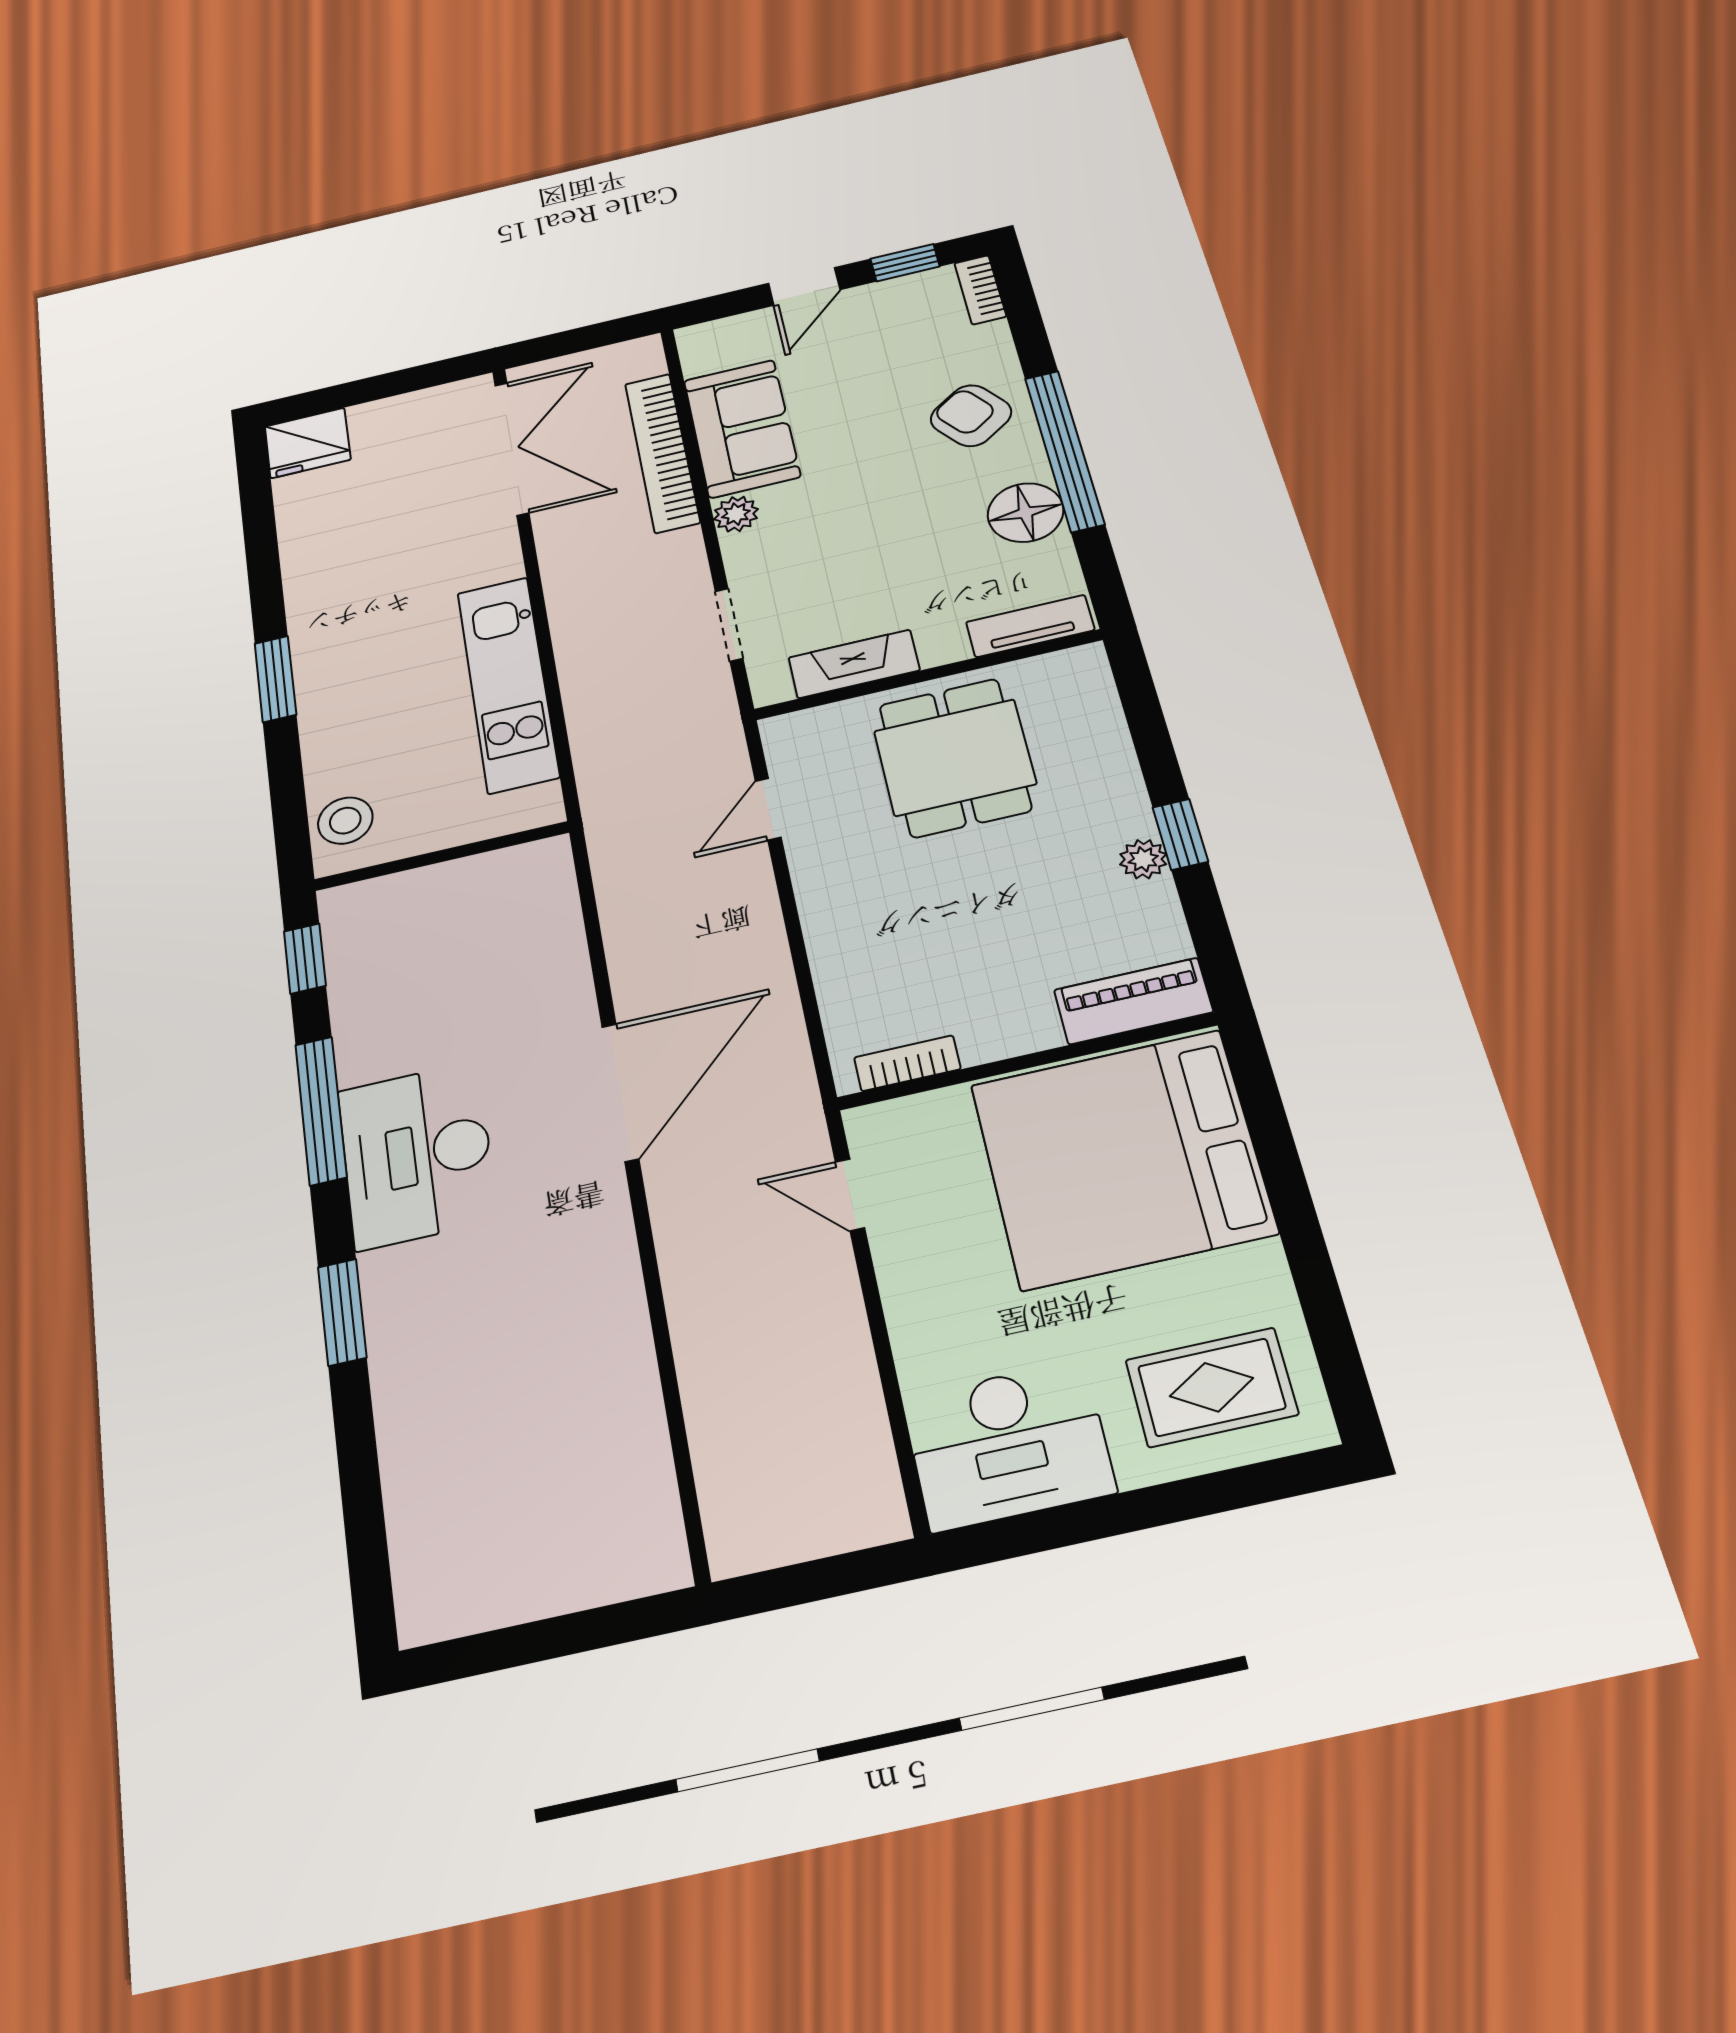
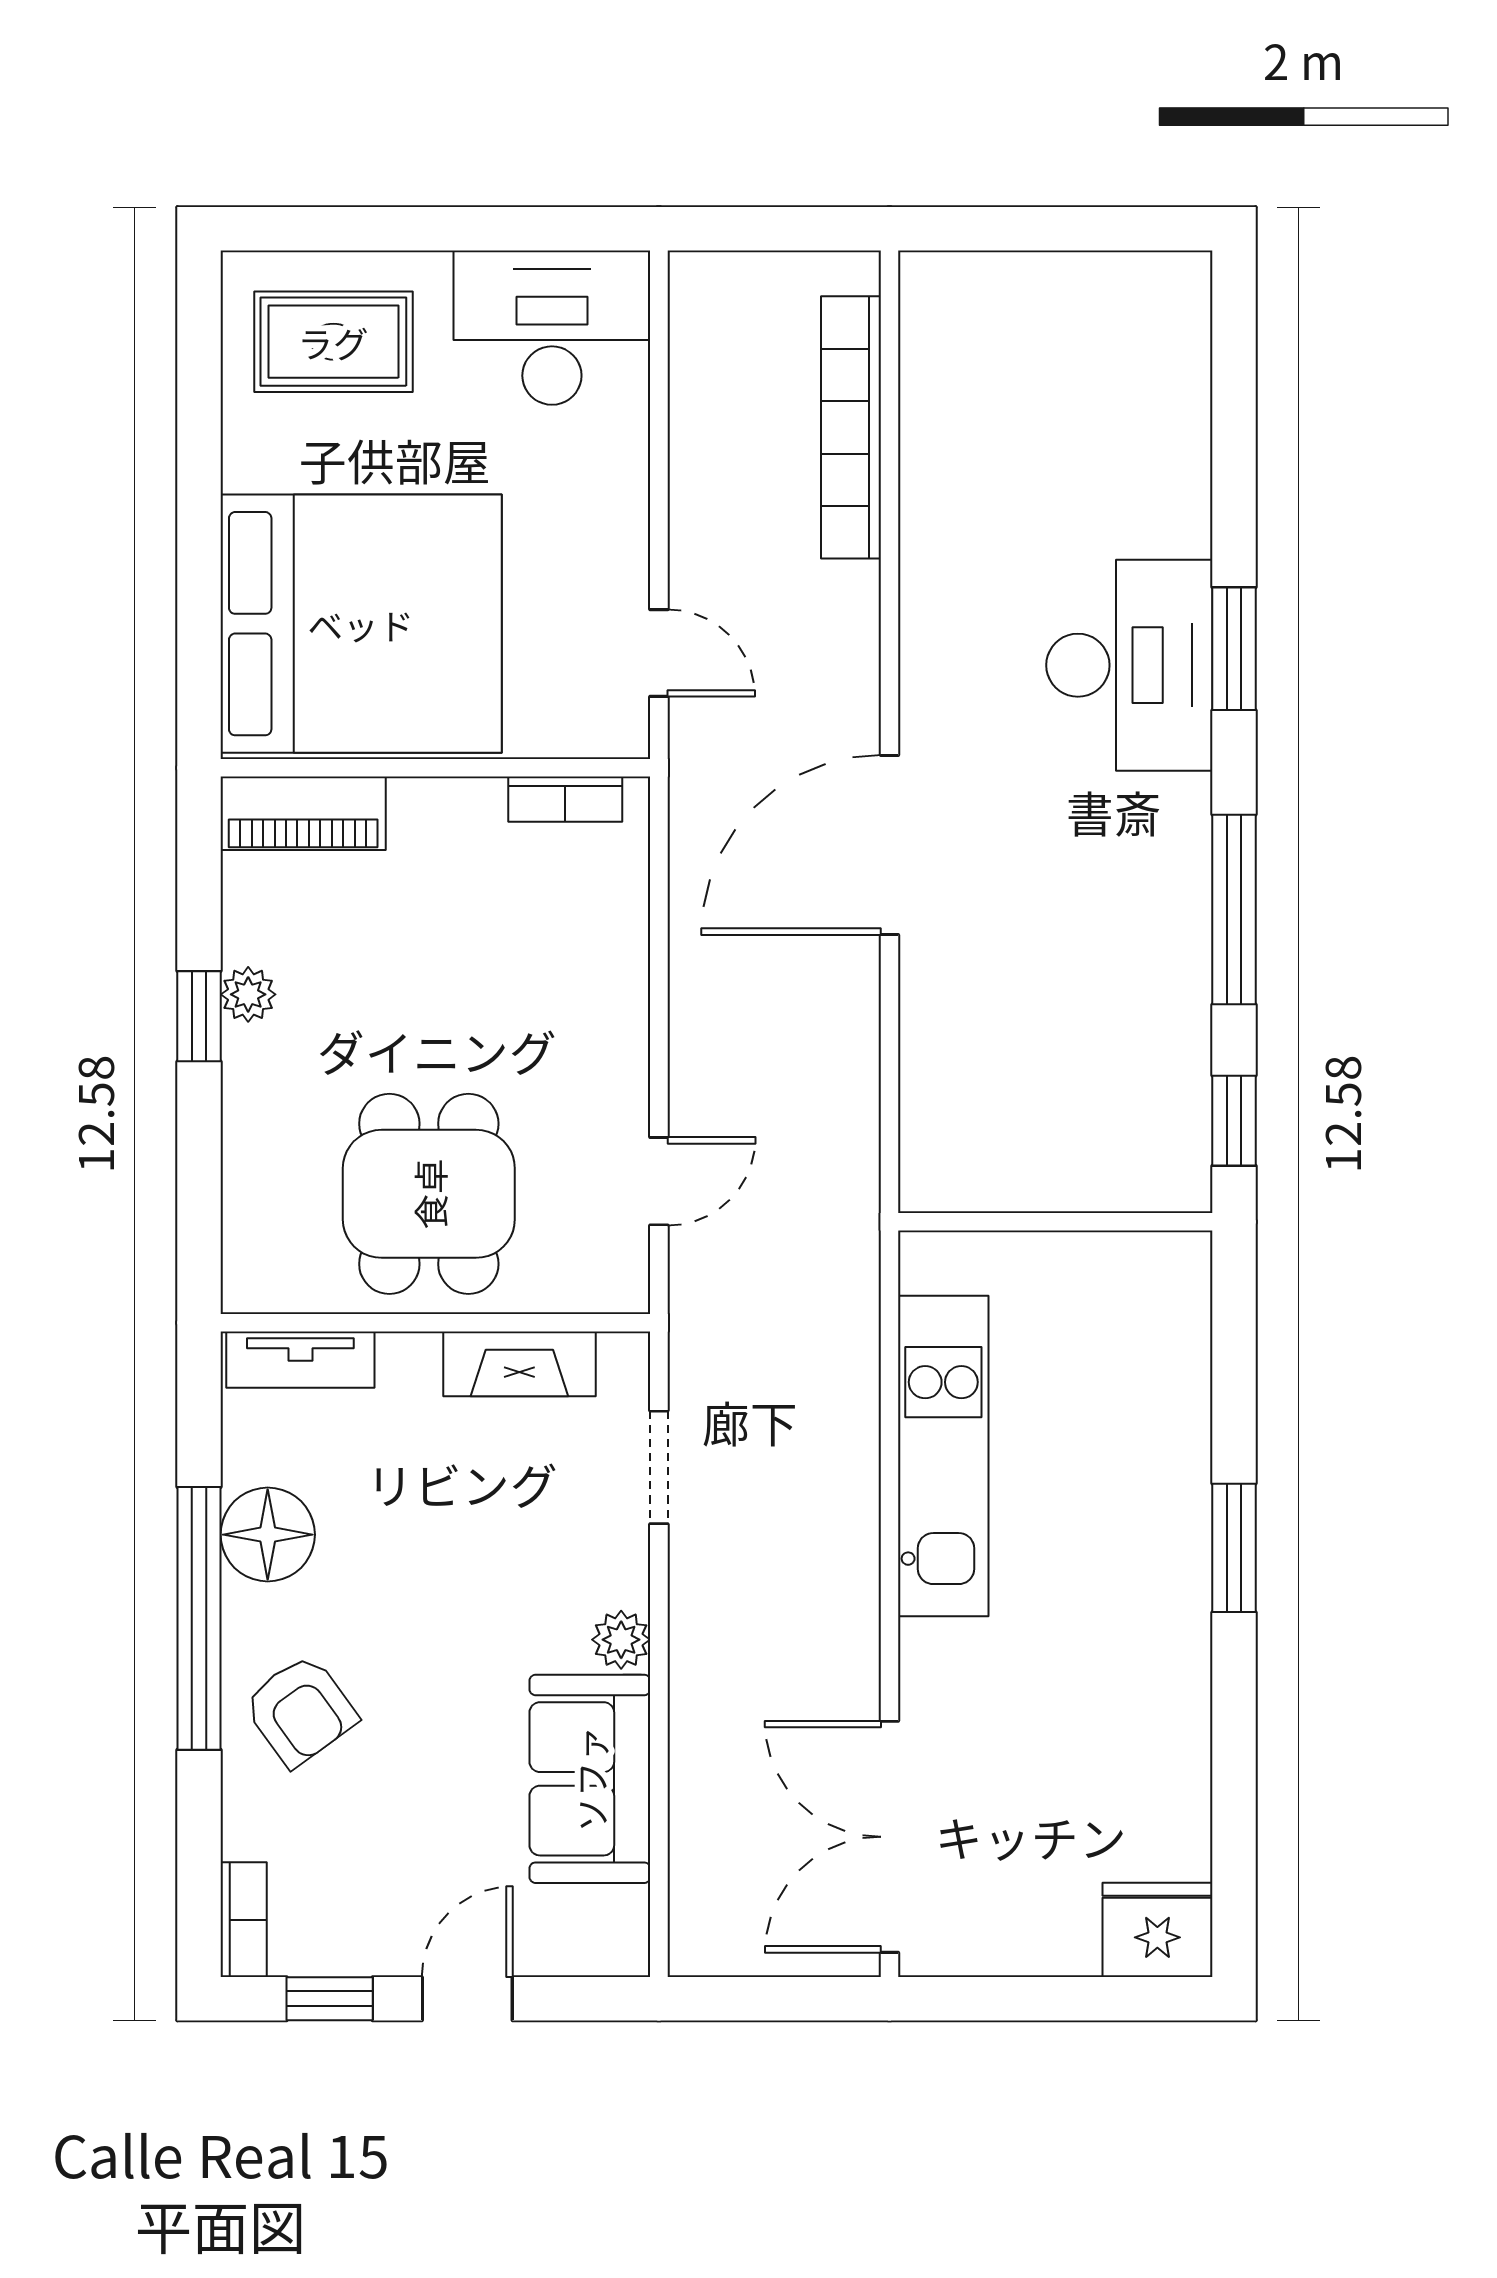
bookcase: (662, 452) -> (851, 427), moved, turned 180
stool: (345, 821) -> (1166, 1306), removed
desk: (417, 1155) -> (1129, 665), moved

